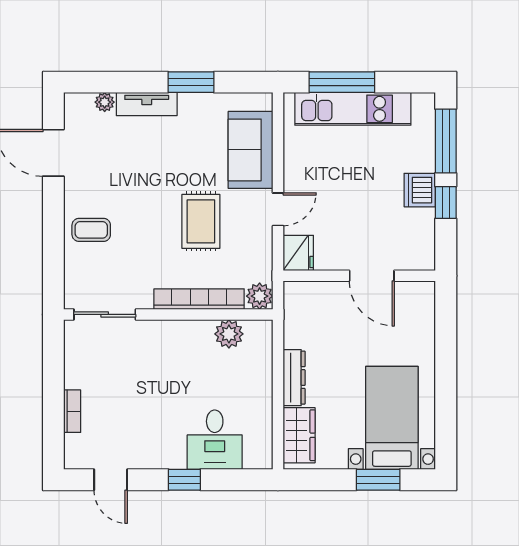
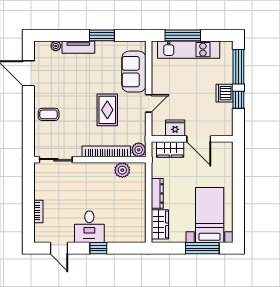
fridge: (298, 253) -> (175, 128), moved, turned -90
wardrobe: (318, 296) -> (170, 150), added
desk: (215, 440) -> (89, 227), moved
window: (378, 480) -> (202, 248), width x1.44

